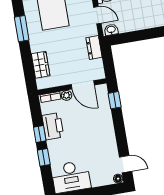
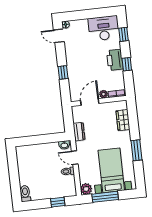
door: (83, 85) -> (90, 102), hinge flipped
window: (115, 100) -> (63, 72), moved
printer: (53, 126) -> (115, 60), moved
window: (44, 157) -> (123, 34), moved

